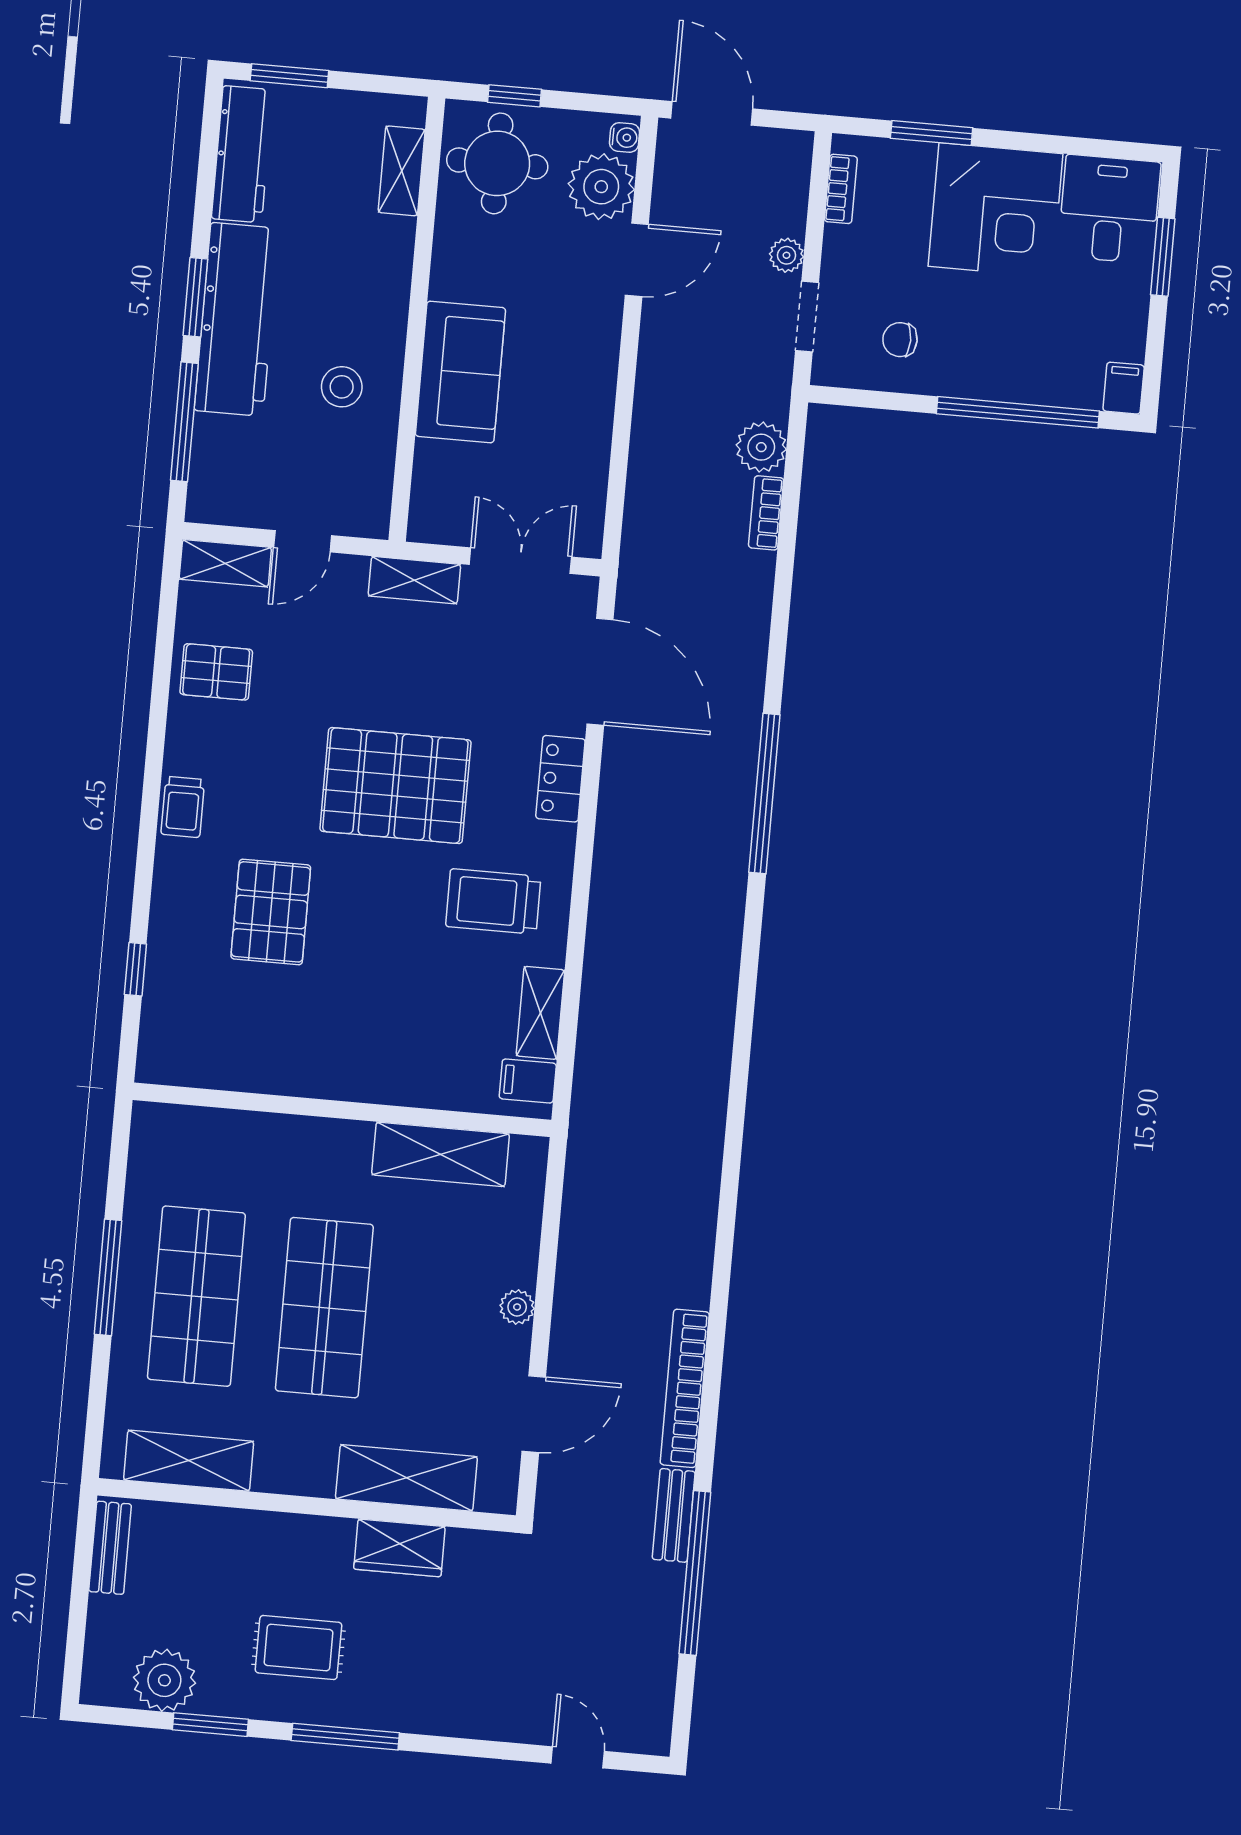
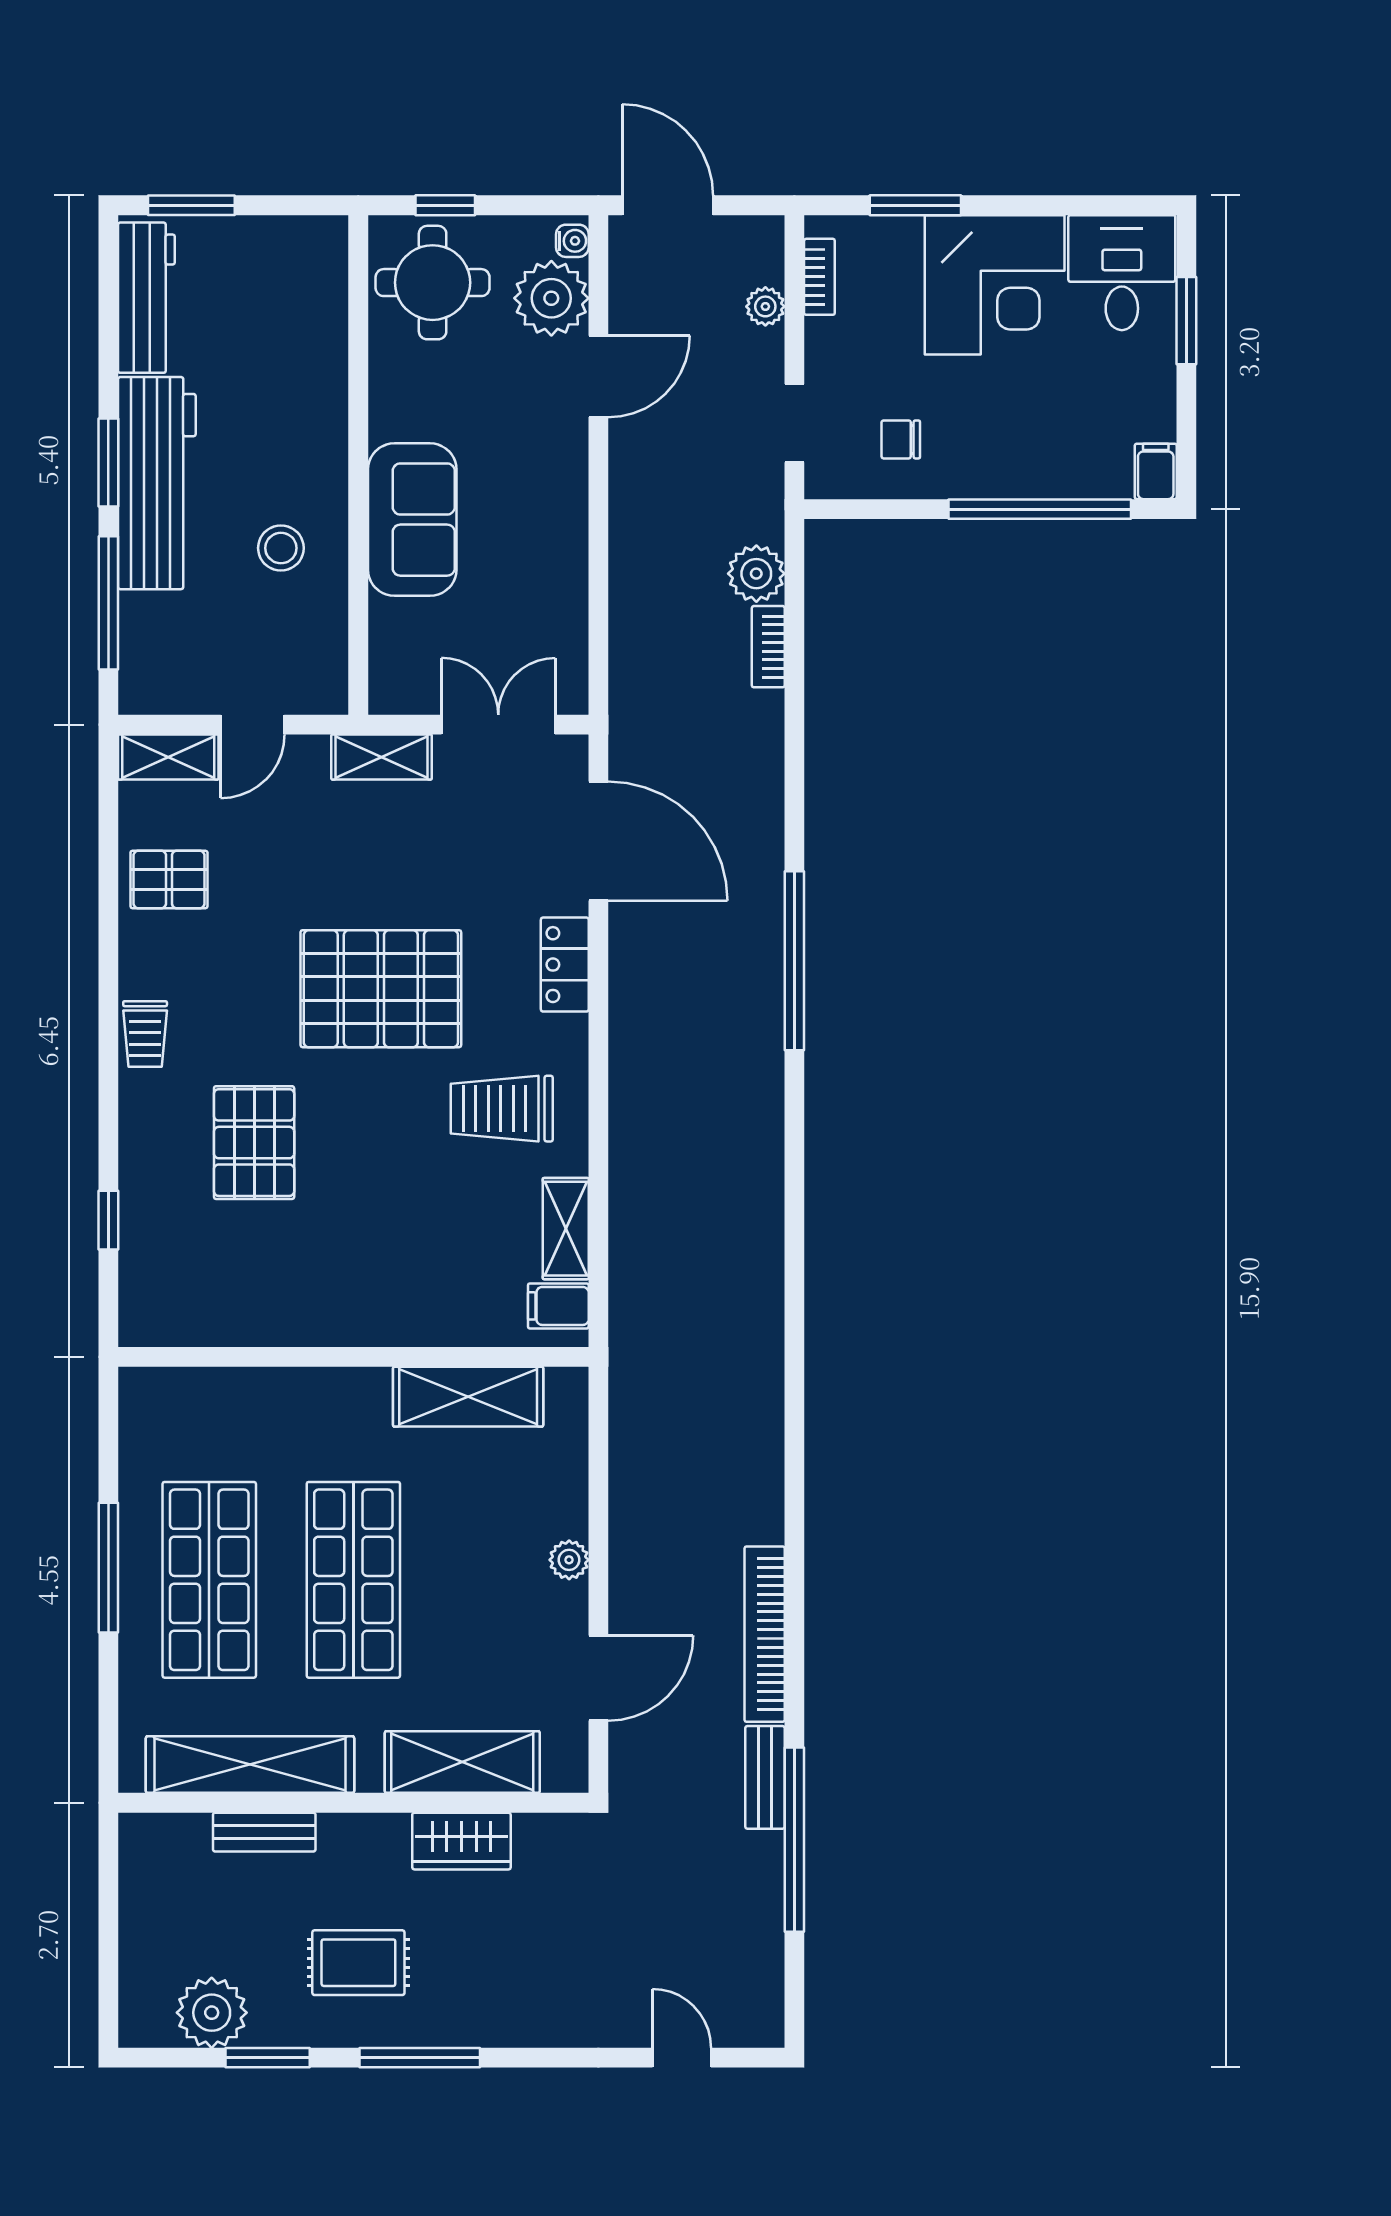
shelving: (402, 171) -> (326, 300), removed
plant: (786, 255) -> (765, 306), moved
shelving: (189, 1461) -> (250, 1765), width x1.47
bench: (110, 1548) -> (264, 1832), moved, turned 90

